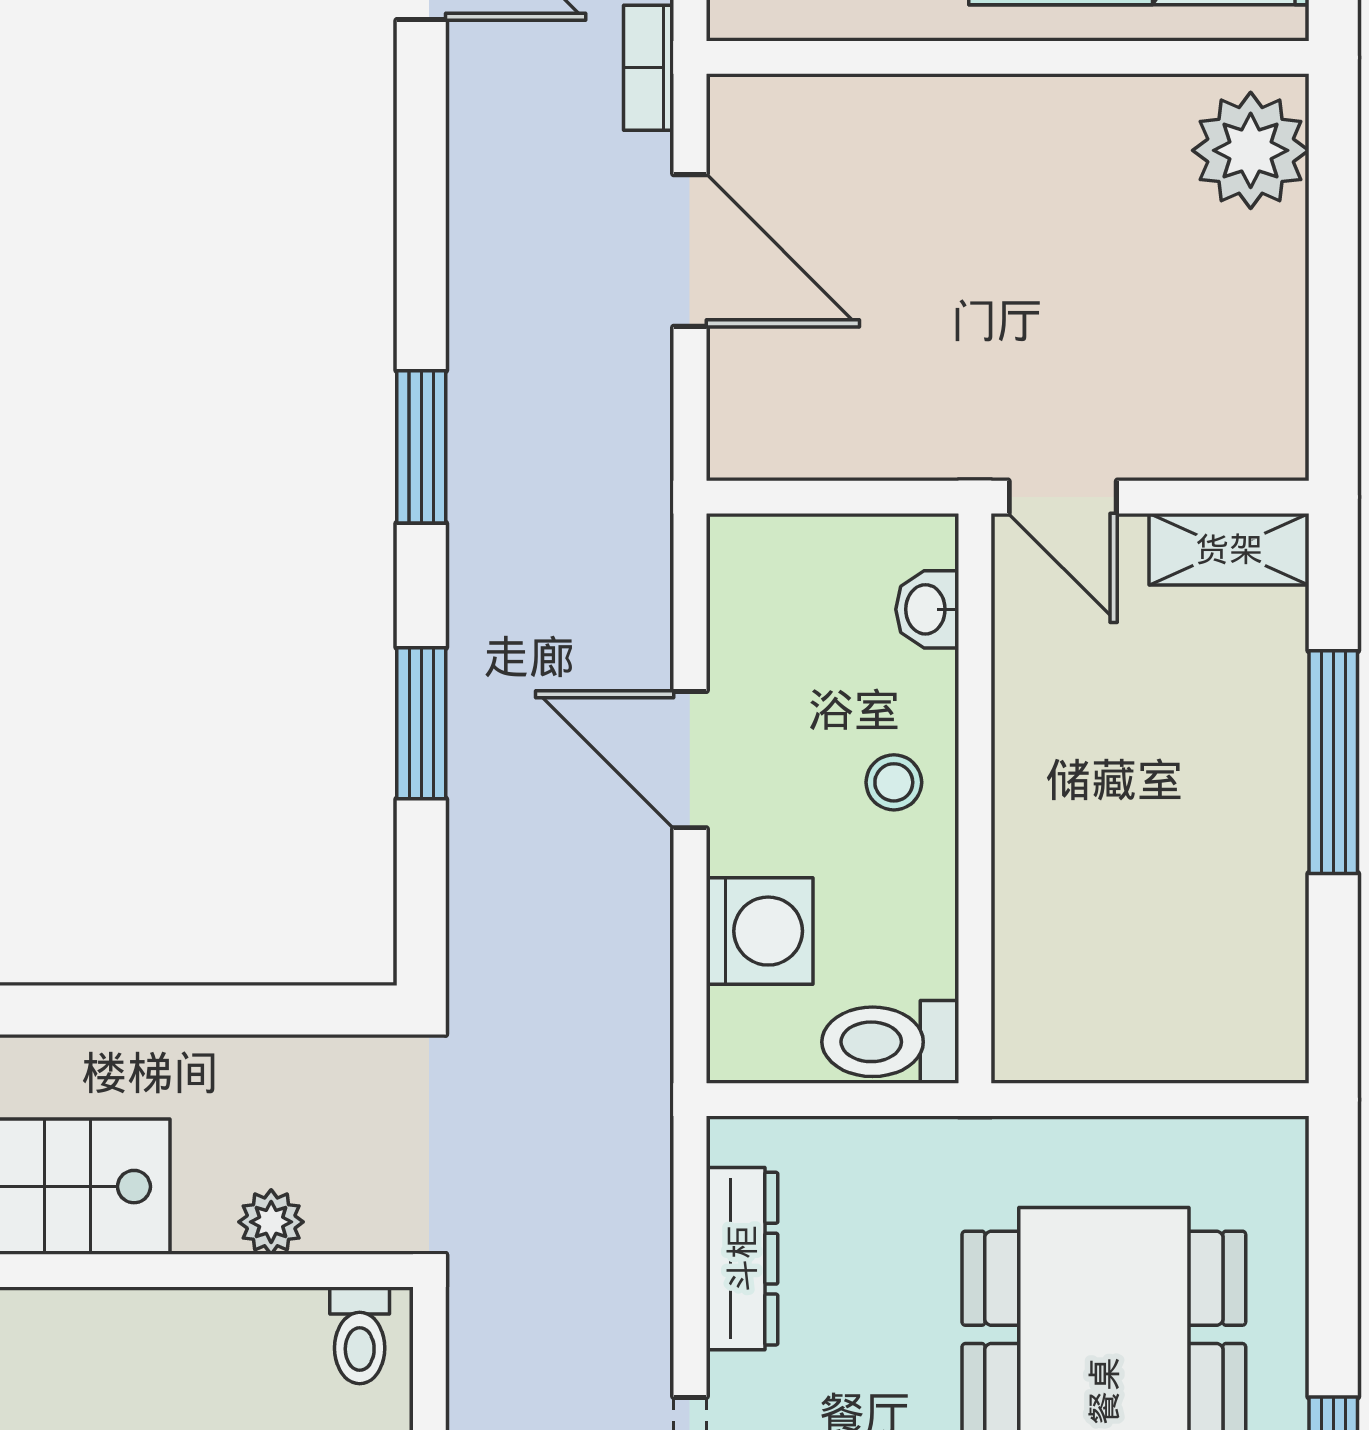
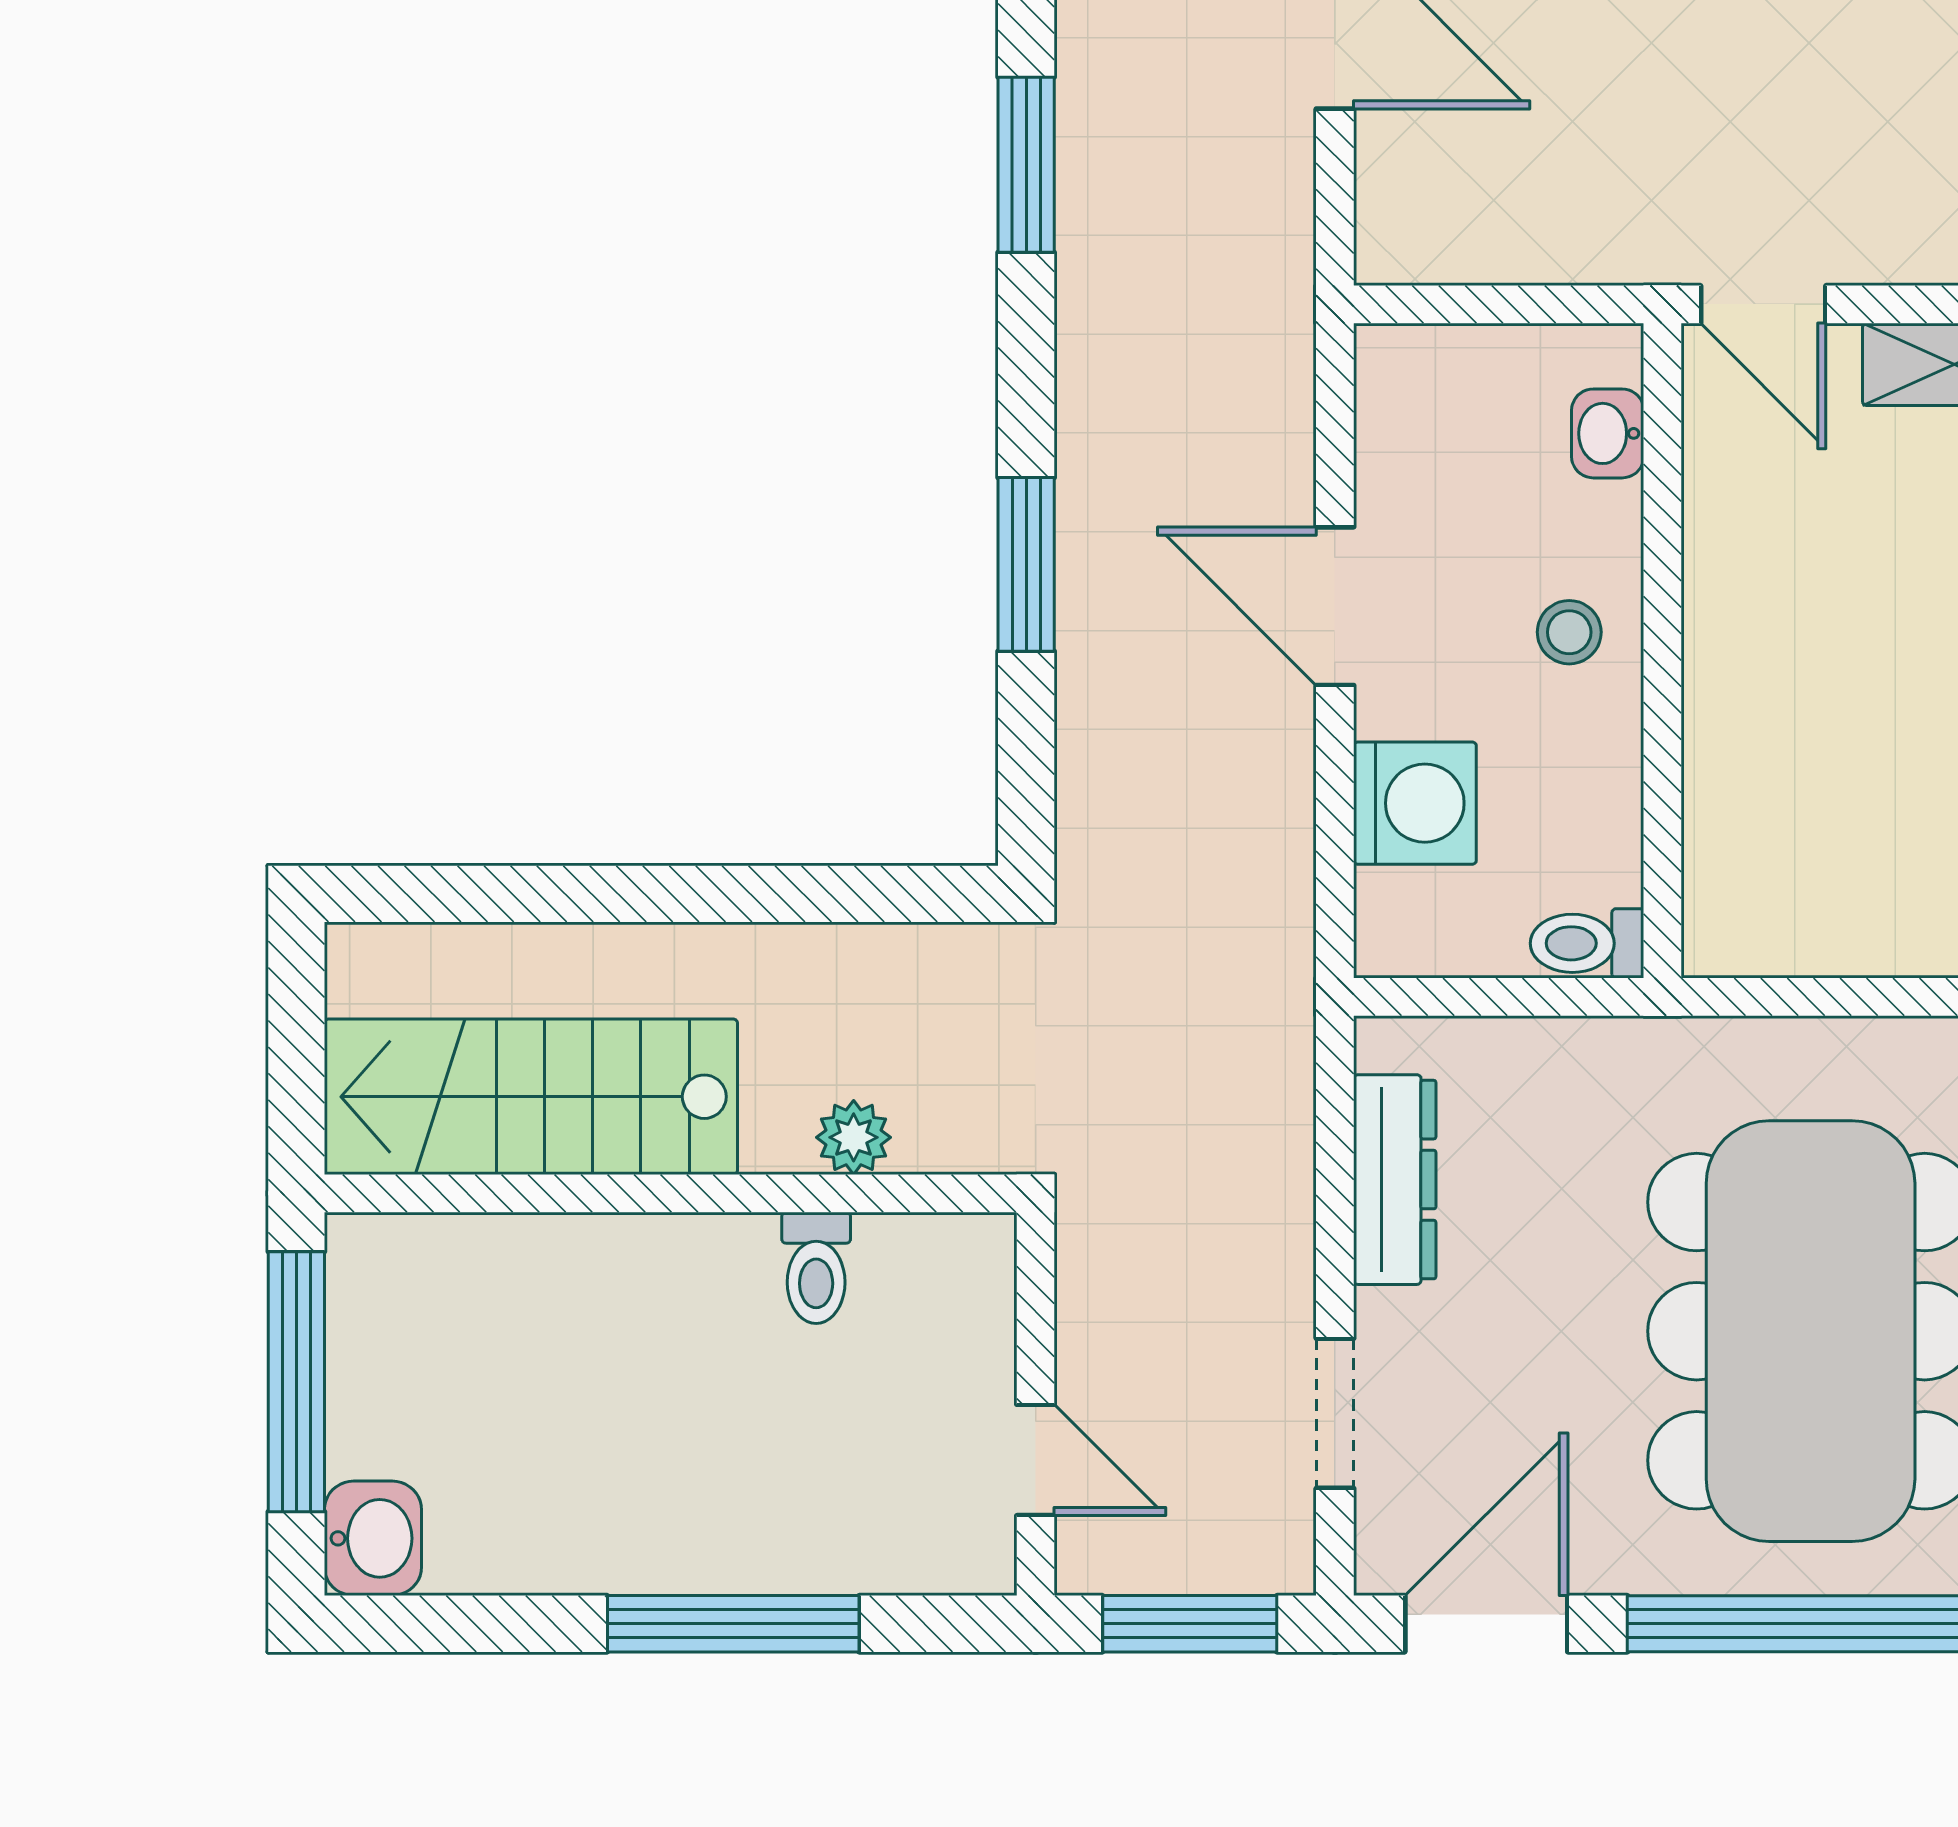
window: (421, 447) -> (1026, 165), moved
toilet: (890, 1042) -> (1587, 943), width x0.73, depth x0.72
toilet: (360, 1335) -> (816, 1268), moved

